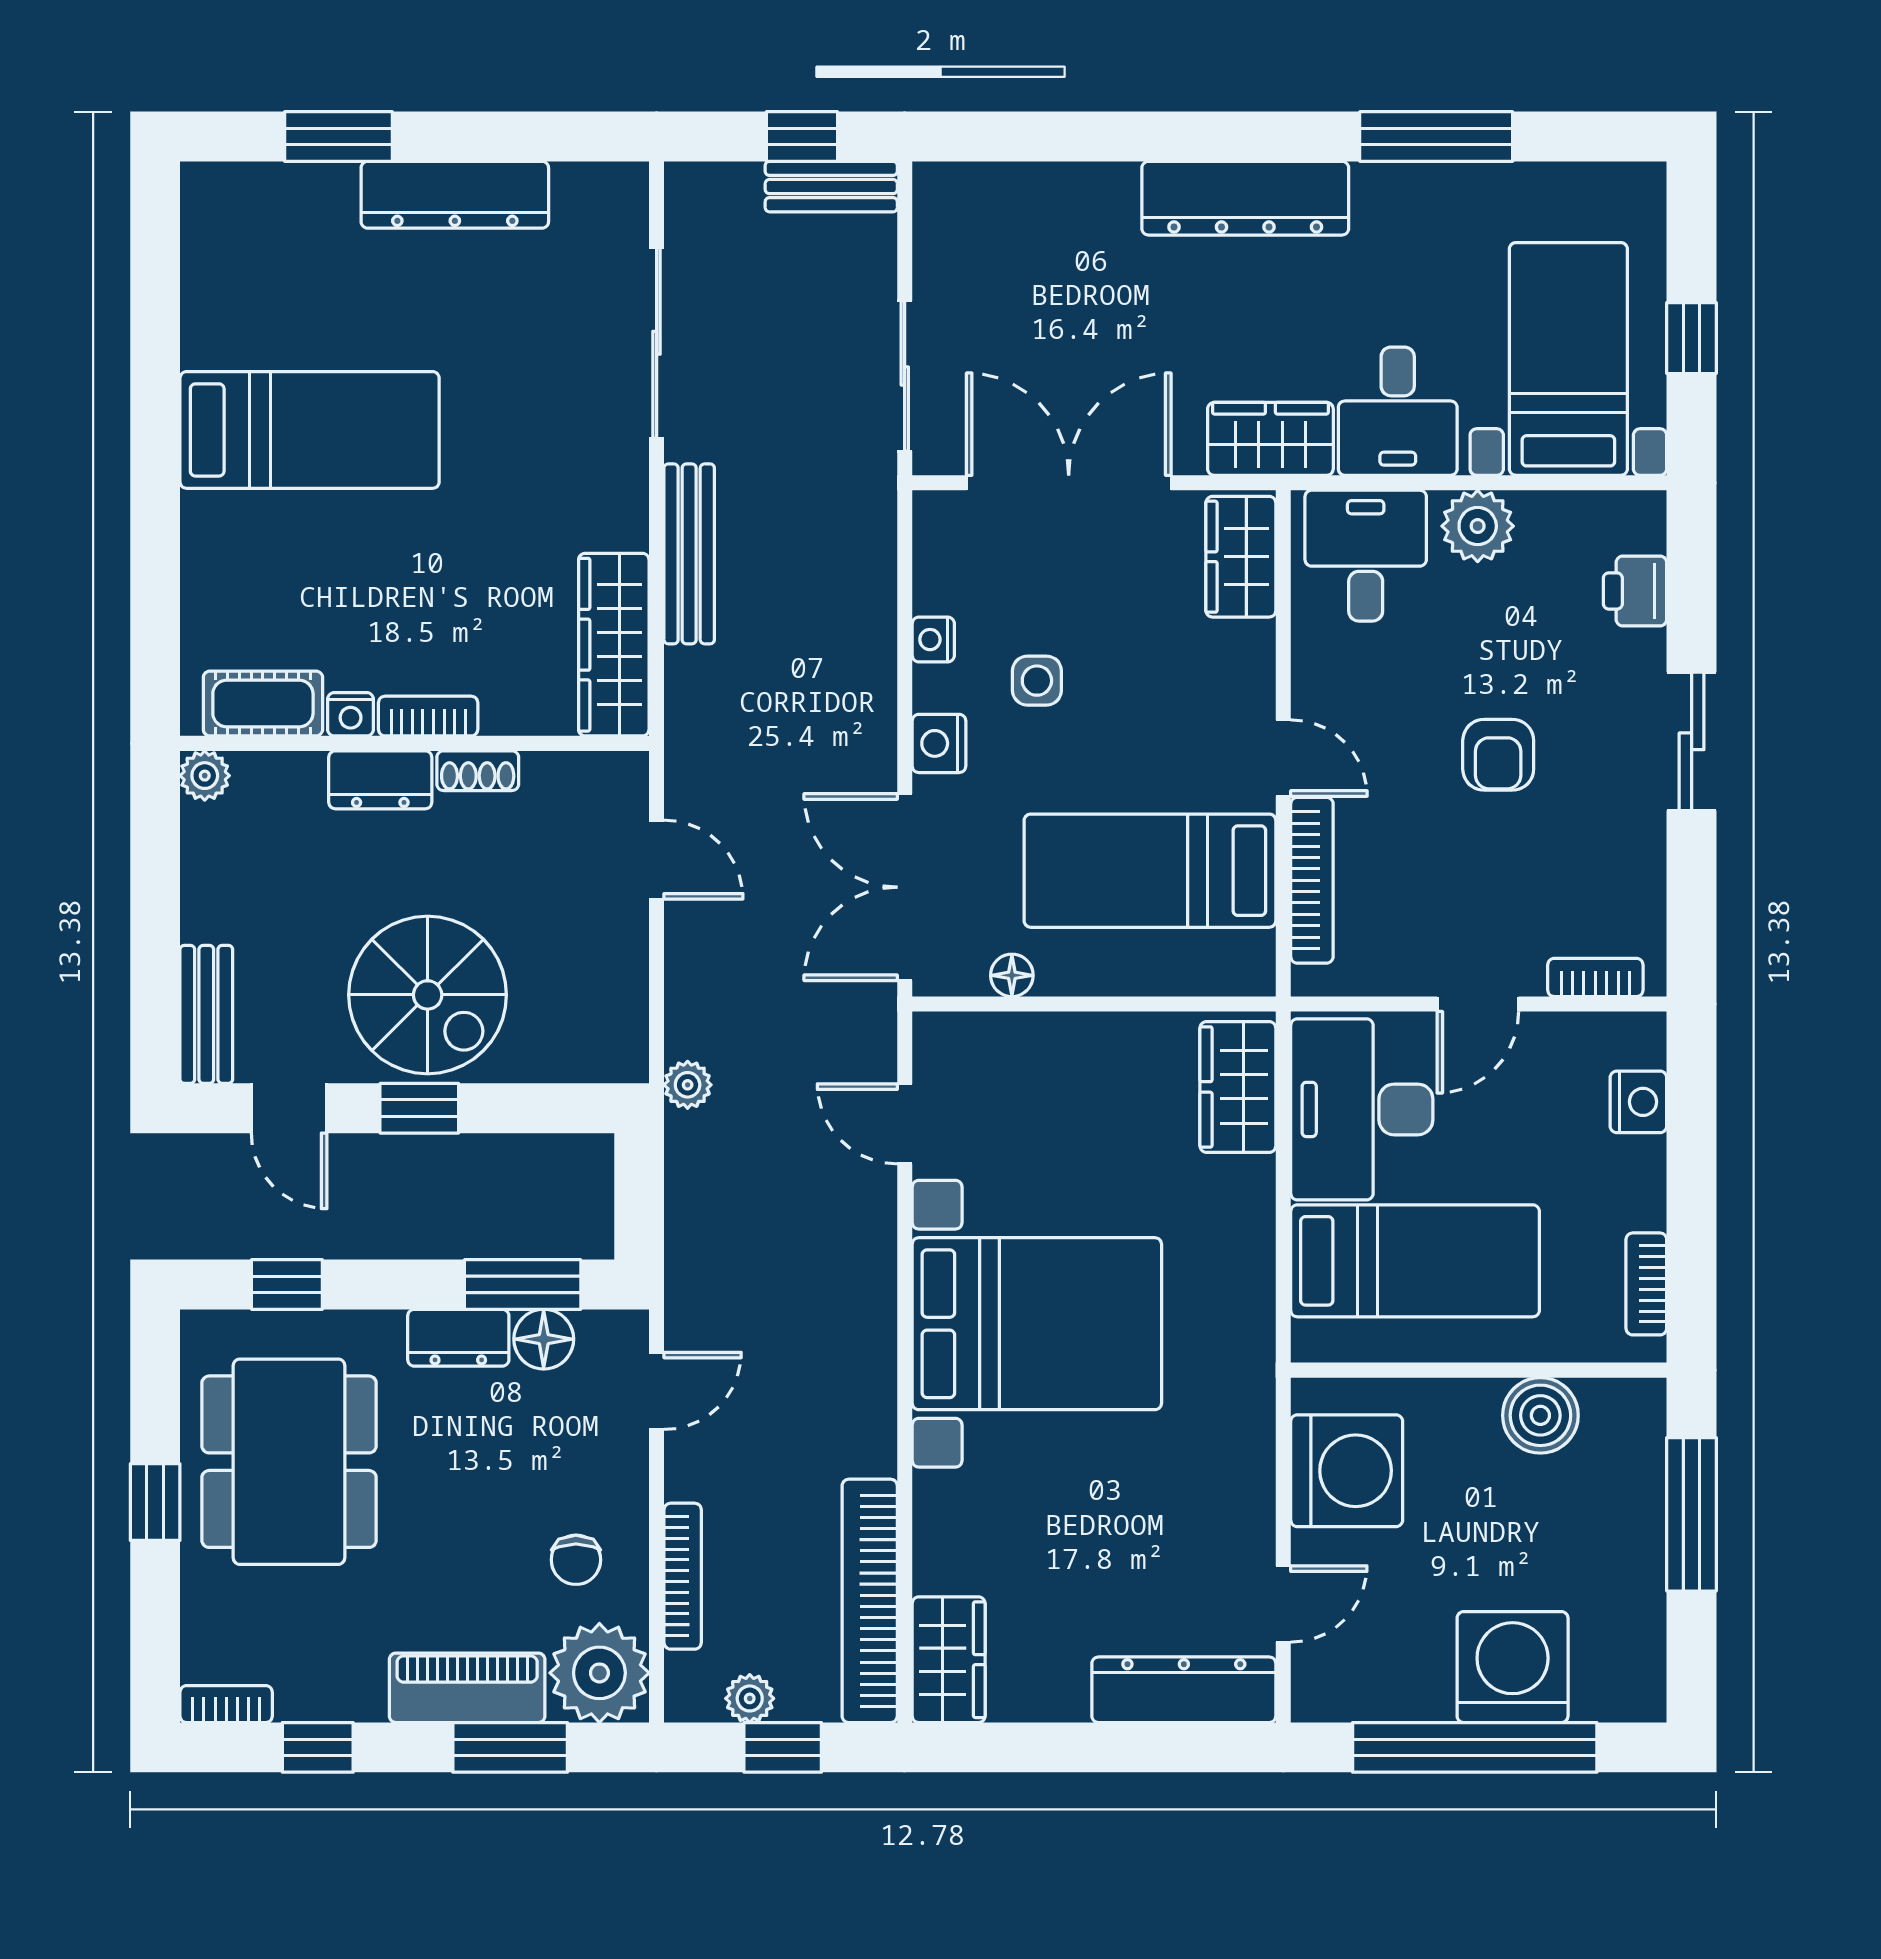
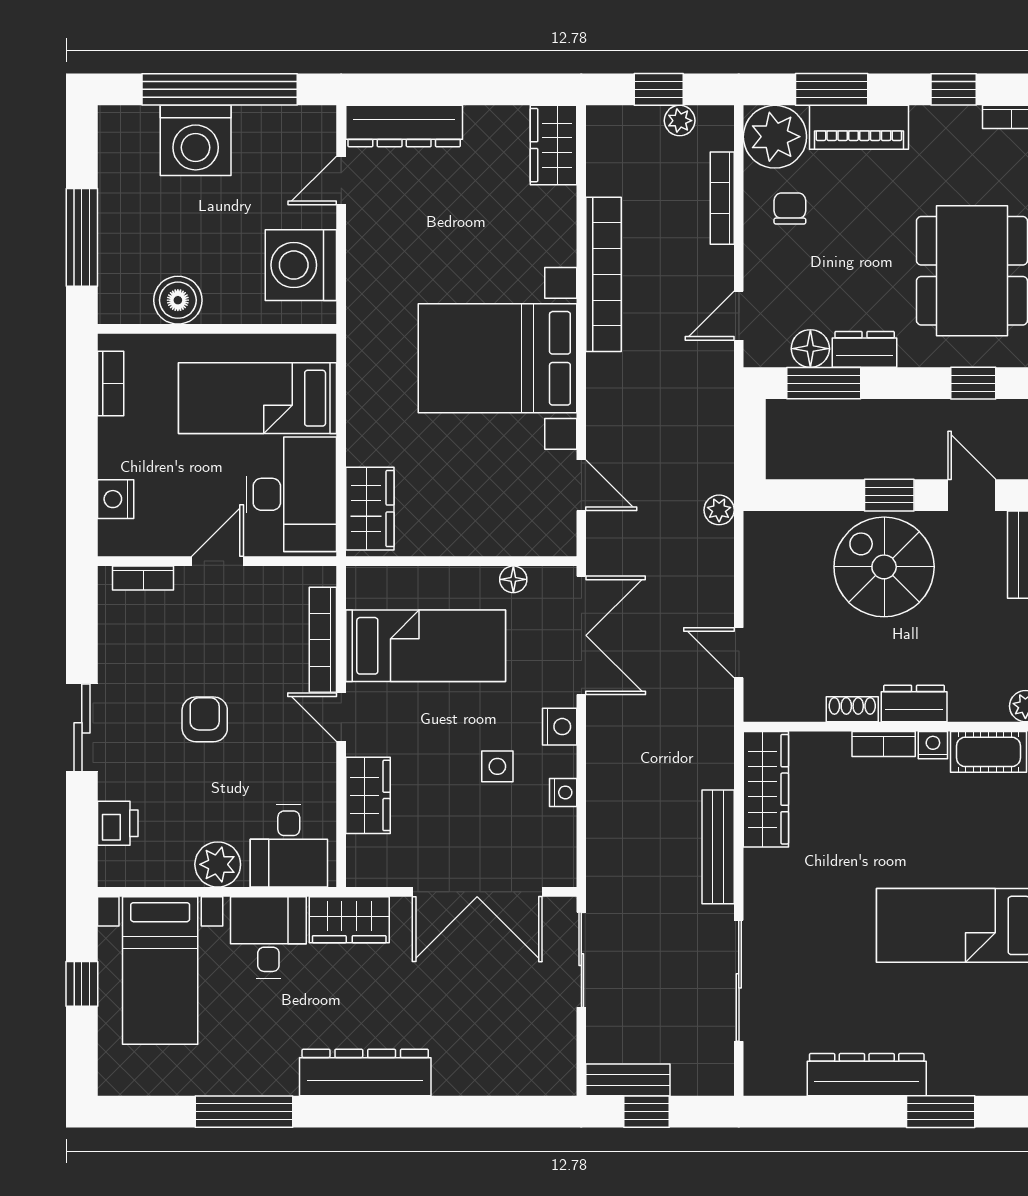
wardrobe: (1241, 557) -> (368, 795), moved
bookcase: (870, 1601) -> (604, 274), moved

